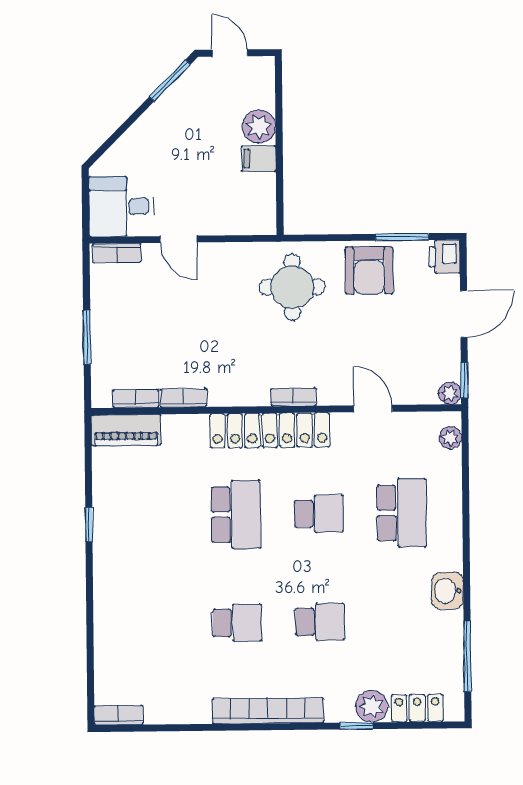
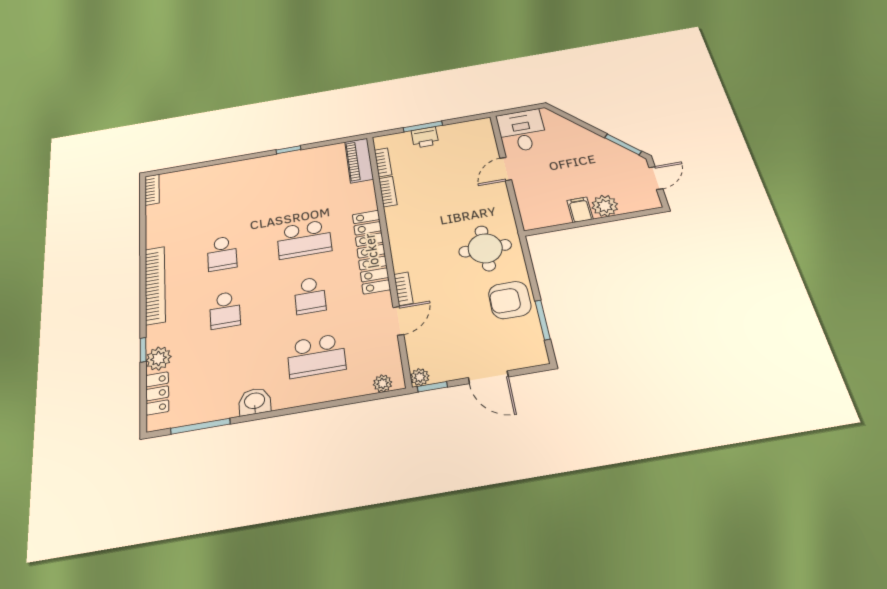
bookcase: (117, 253) -> (487, 134), removed
printer: (444, 257) -> (425, 137), moved, turned 180
bookcase: (293, 397) -> (403, 289), moved

